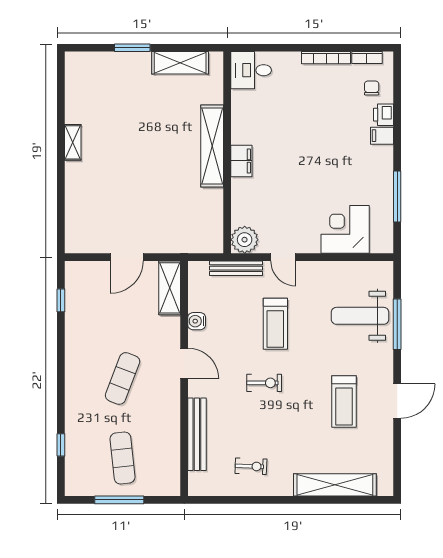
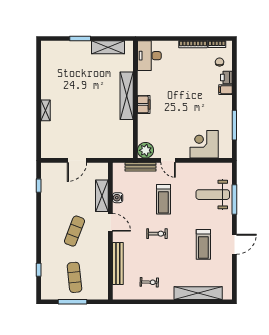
desk: (251, 70) -> (149, 56), width x1.37
shelving: (73, 142) -> (45, 110), moved
shelving: (170, 288) -> (102, 196), moved

